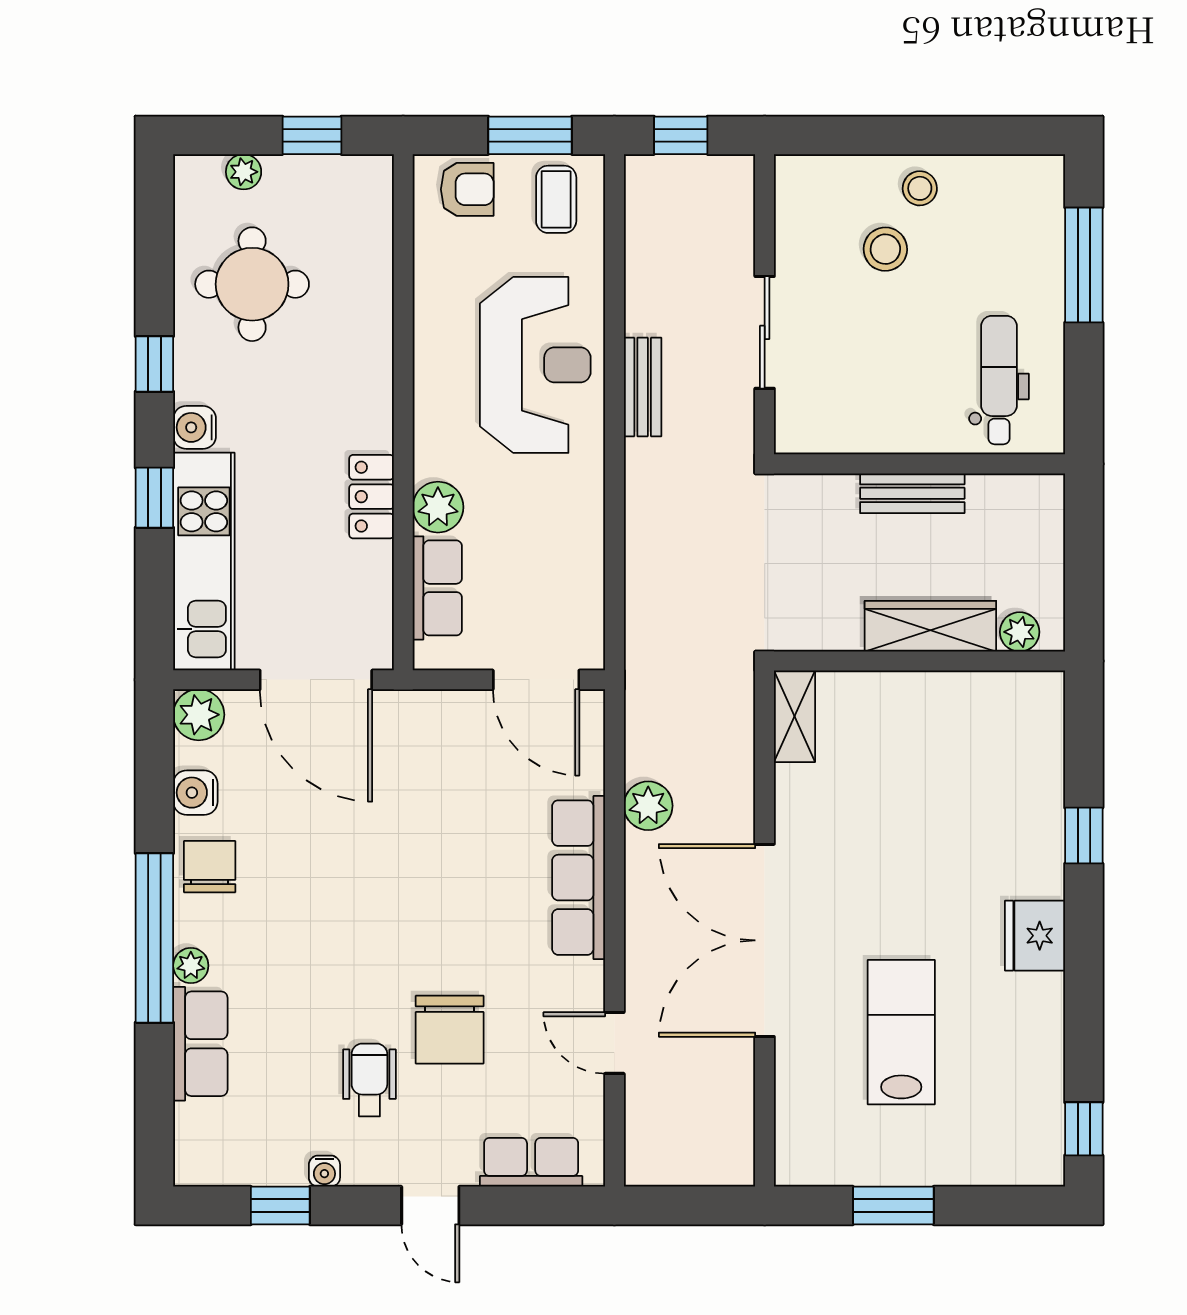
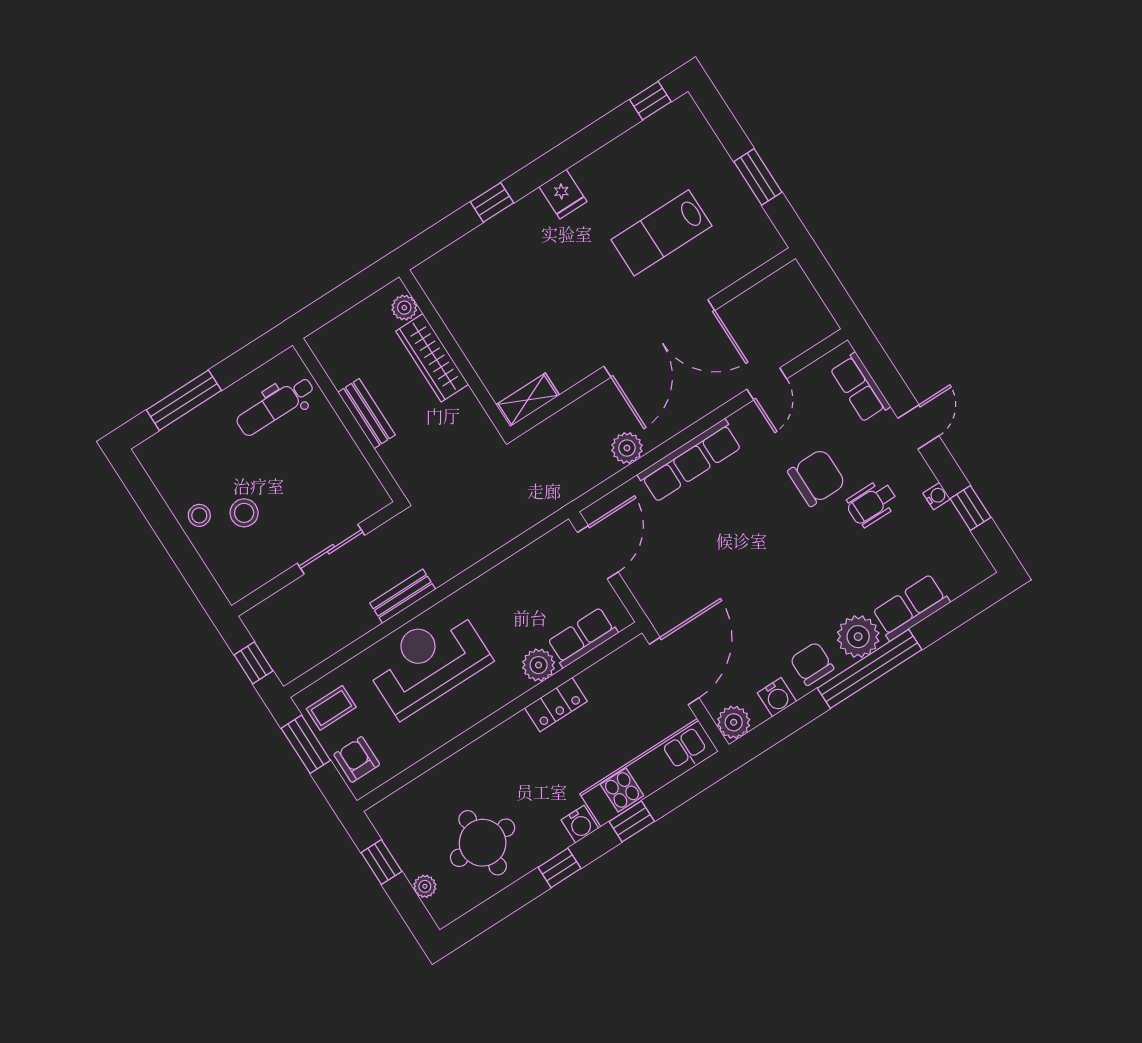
chair: (210, 867) -> (812, 664), turned 90
fridge: (1035, 936) -> (563, 194), width x0.72
plant: (191, 966) -> (858, 637), width x1.87, depth x1.87

